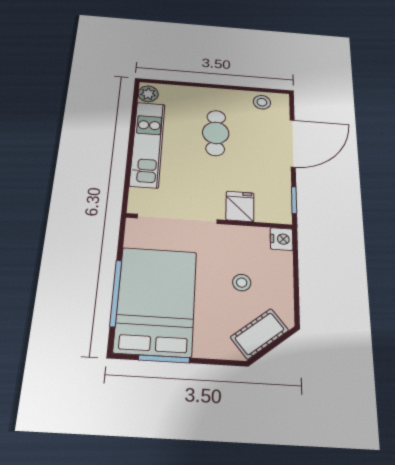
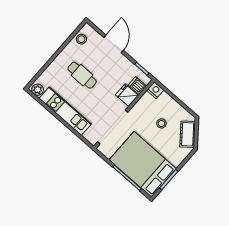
door: (293, 143) -> (114, 44), width x0.73
dishwasher: (266, 211) -> (137, 85), added

